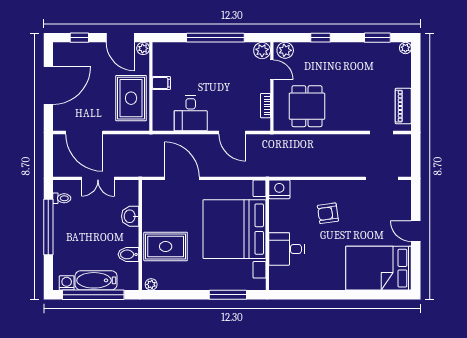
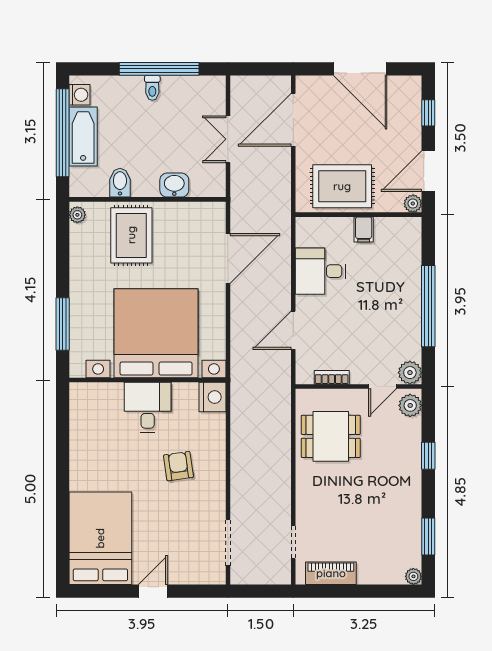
toilet: (62, 198) -> (152, 88), moved
desk: (286, 249) -> (148, 407), moved

